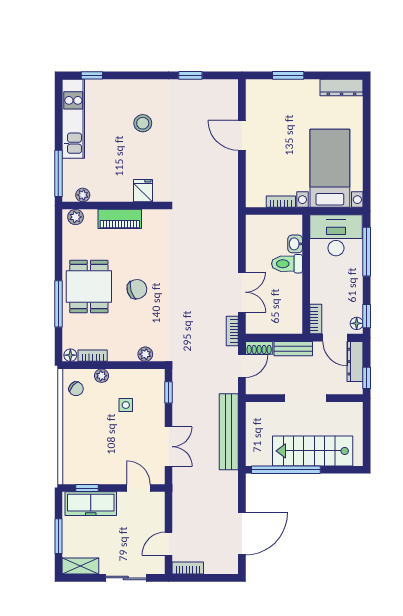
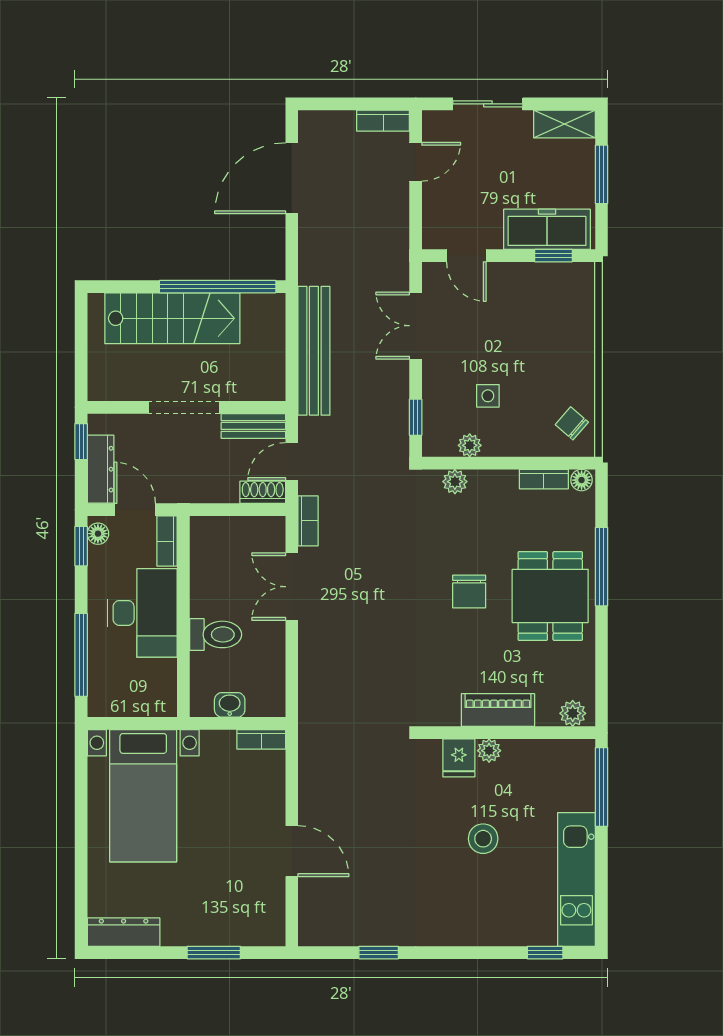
stool: (143, 123) -> (483, 839), moved
plant: (83, 195) -> (489, 751), moved
bookcase: (281, 202) -> (261, 739), moved
desk: (336, 235) -> (142, 613), moved, turned -90
washbasin: (295, 244) -> (230, 705), moved, turned -90
chair: (137, 289) -> (469, 591), turned -73
bench: (293, 349) -> (253, 426), moved
plant: (101, 376) -> (470, 445), moved

